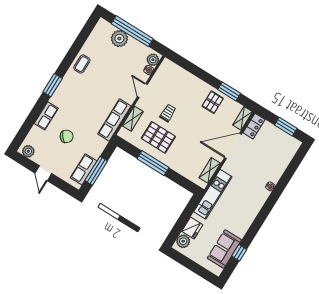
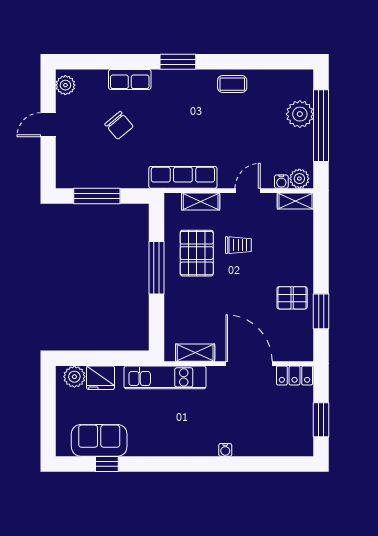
shelving: (243, 118) -> (295, 201), moved
row of seats: (84, 169) -> (88, 177), removed

